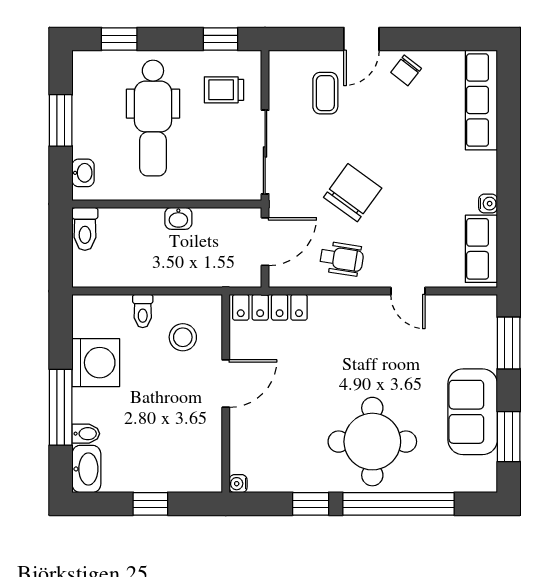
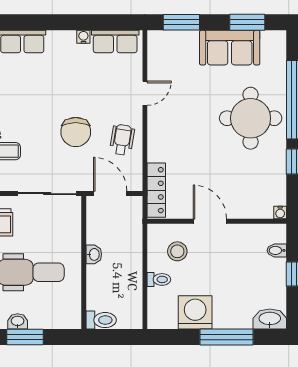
washbasin: (83, 173) -> (18, 321), moved
chair: (353, 193) -> (76, 132), turned -126
bidet: (86, 434) -> (277, 250), moved, turned -90

